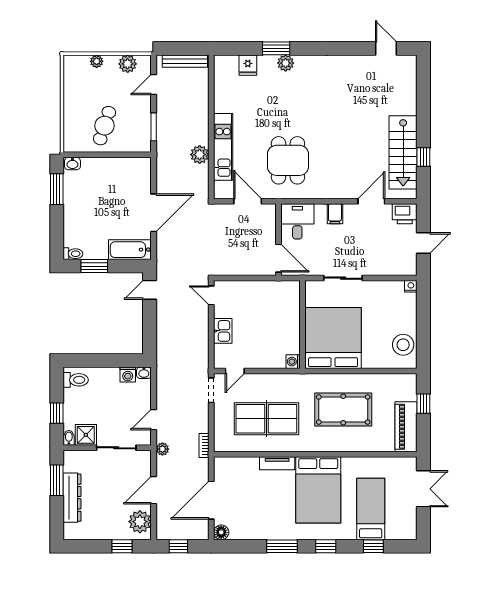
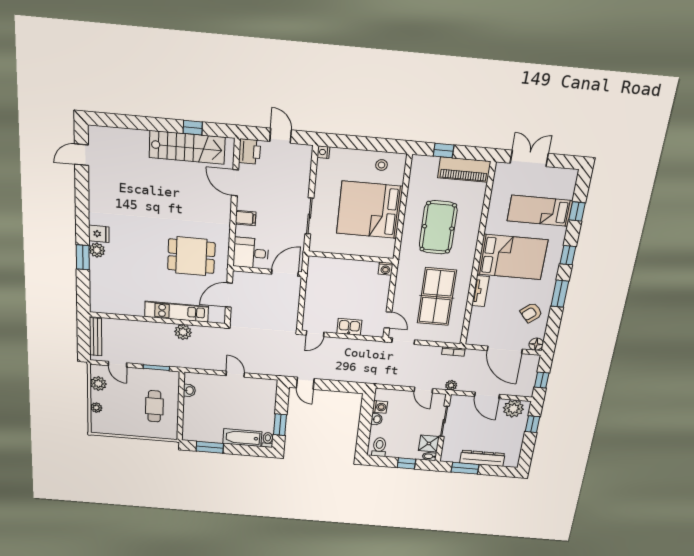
fridge: (248, 65) -> (99, 234), moved
cafe table: (105, 126) -> (154, 406), turned 72
washbasin: (72, 164) -> (189, 390), moved
door: (154, 213) -> (235, 374), width x0.53
bathtub: (130, 250) -> (242, 438), moved, turned 90
bed: (333, 338) -> (369, 210), moved
stool: (403, 345) -> (382, 165), width x0.53, depth x0.53
washbasin: (144, 373) -> (377, 419), moved
armchair: (258, 520) -> (531, 313), added

